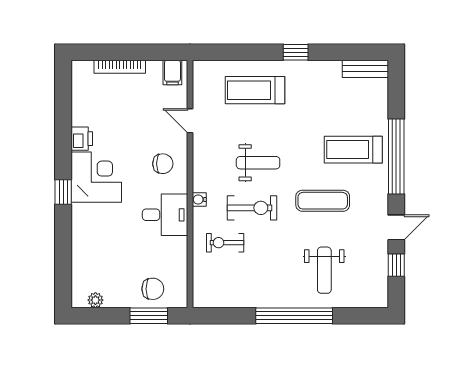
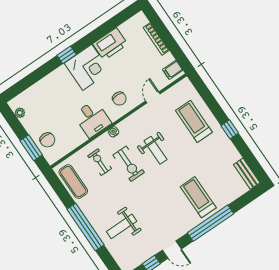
printer: (82, 139) -> (110, 44), width x1.87, depth x1.48
exercise mat: (323, 201) -> (73, 182), moved

